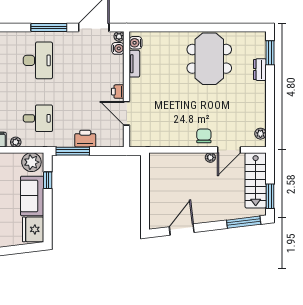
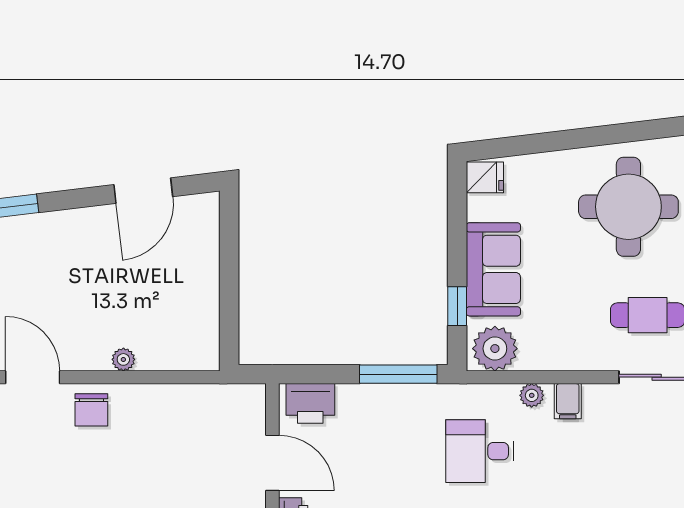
printer: (85, 139) -> (310, 403), moved
door: (229, 150) -> (33, 377), hinge flipped
plant: (210, 157) -> (123, 359), moved
fridge: (33, 229) -> (485, 177), width x0.53, depth x0.75

